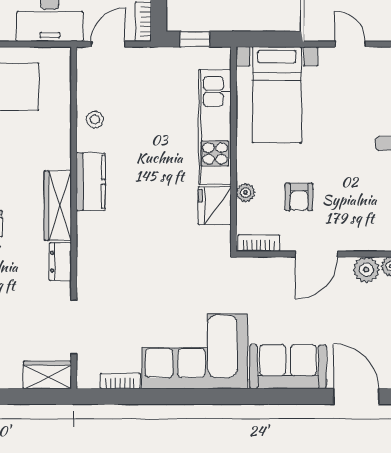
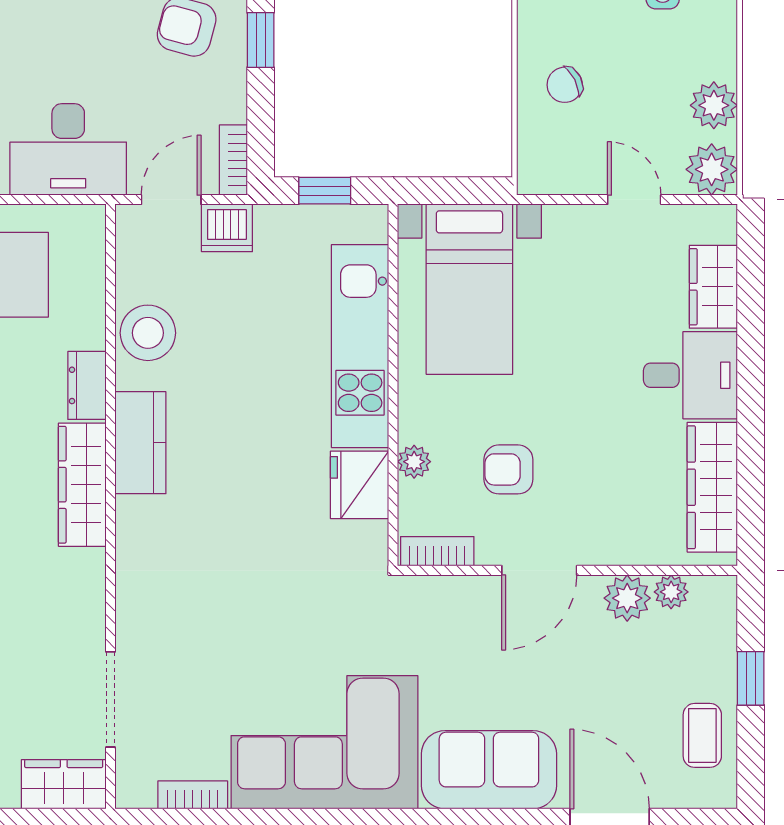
door: (350, 44) -> (634, 200), moved
dishwasher: (140, 60) -> (227, 228), added
stool: (95, 120) -> (148, 333), width x1.89, depth x1.89
armchair: (299, 197) -> (508, 469), turned 90
dresser: (60, 262) -> (87, 385), moved

